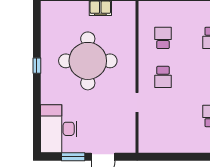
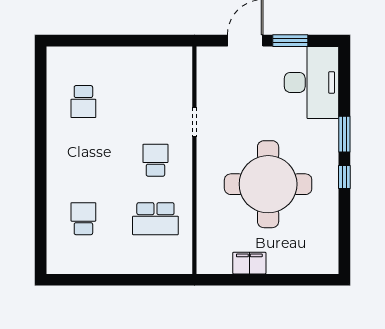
school desk: (163, 38) -> (155, 219), width x1.85
window: (37, 94) -> (344, 134), added

